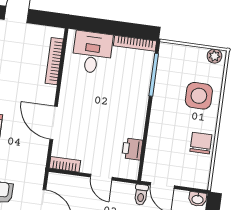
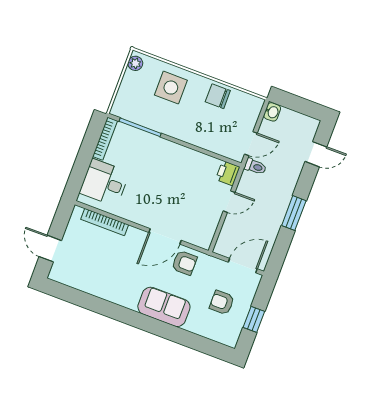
armchair: (32, 147) -> (184, 263), added
printer: (132, 149) -> (228, 173), moved, turned 90
bookcase: (65, 164) -> (208, 235), removed

